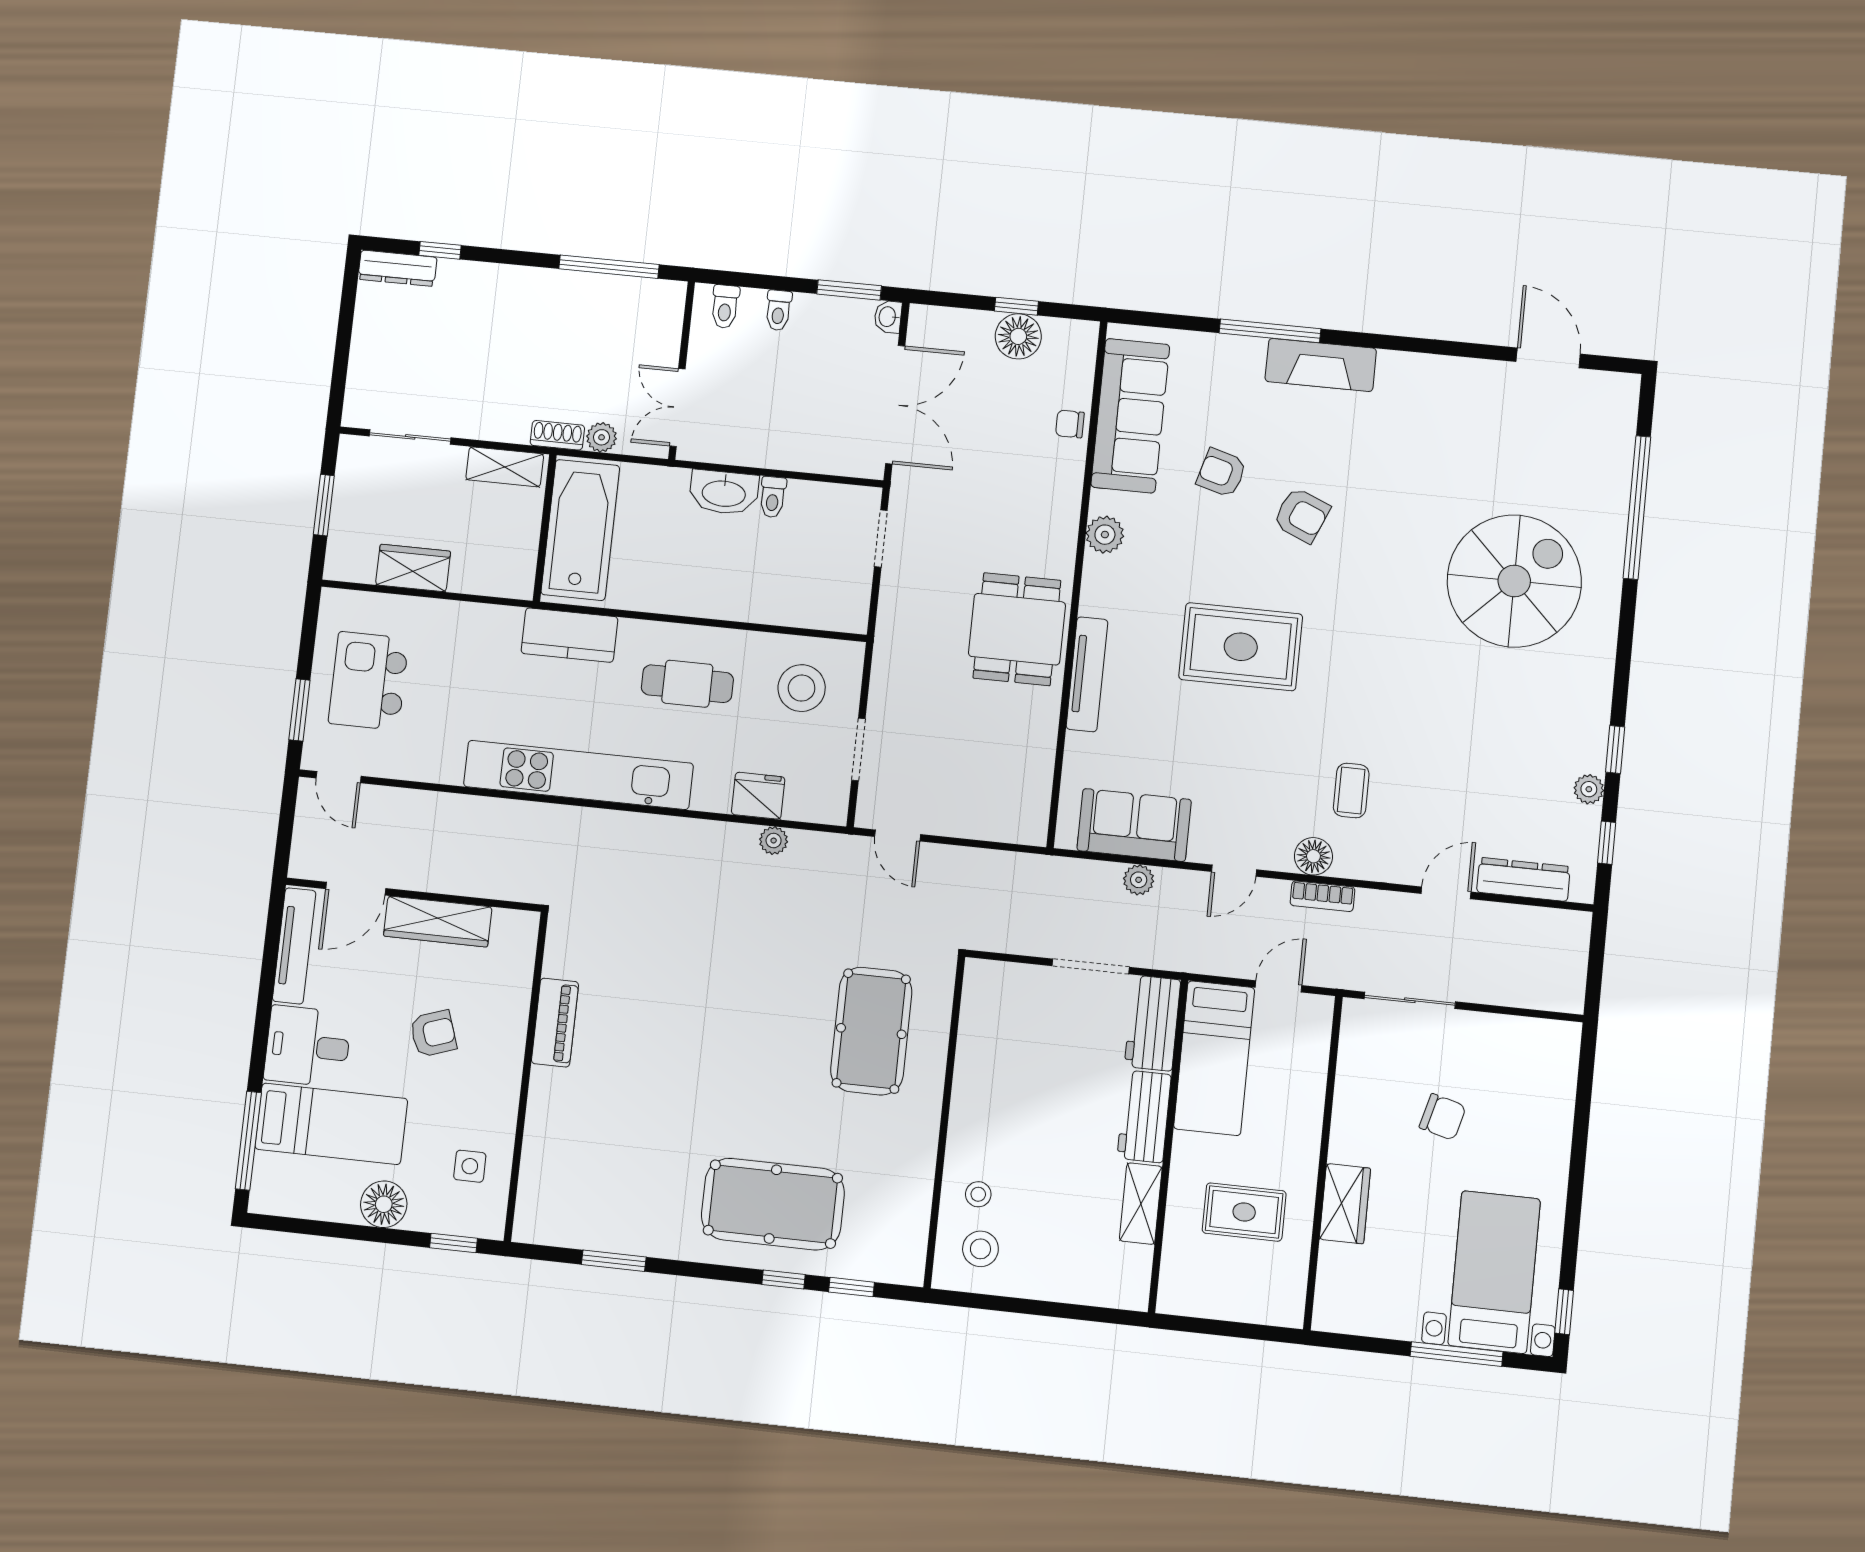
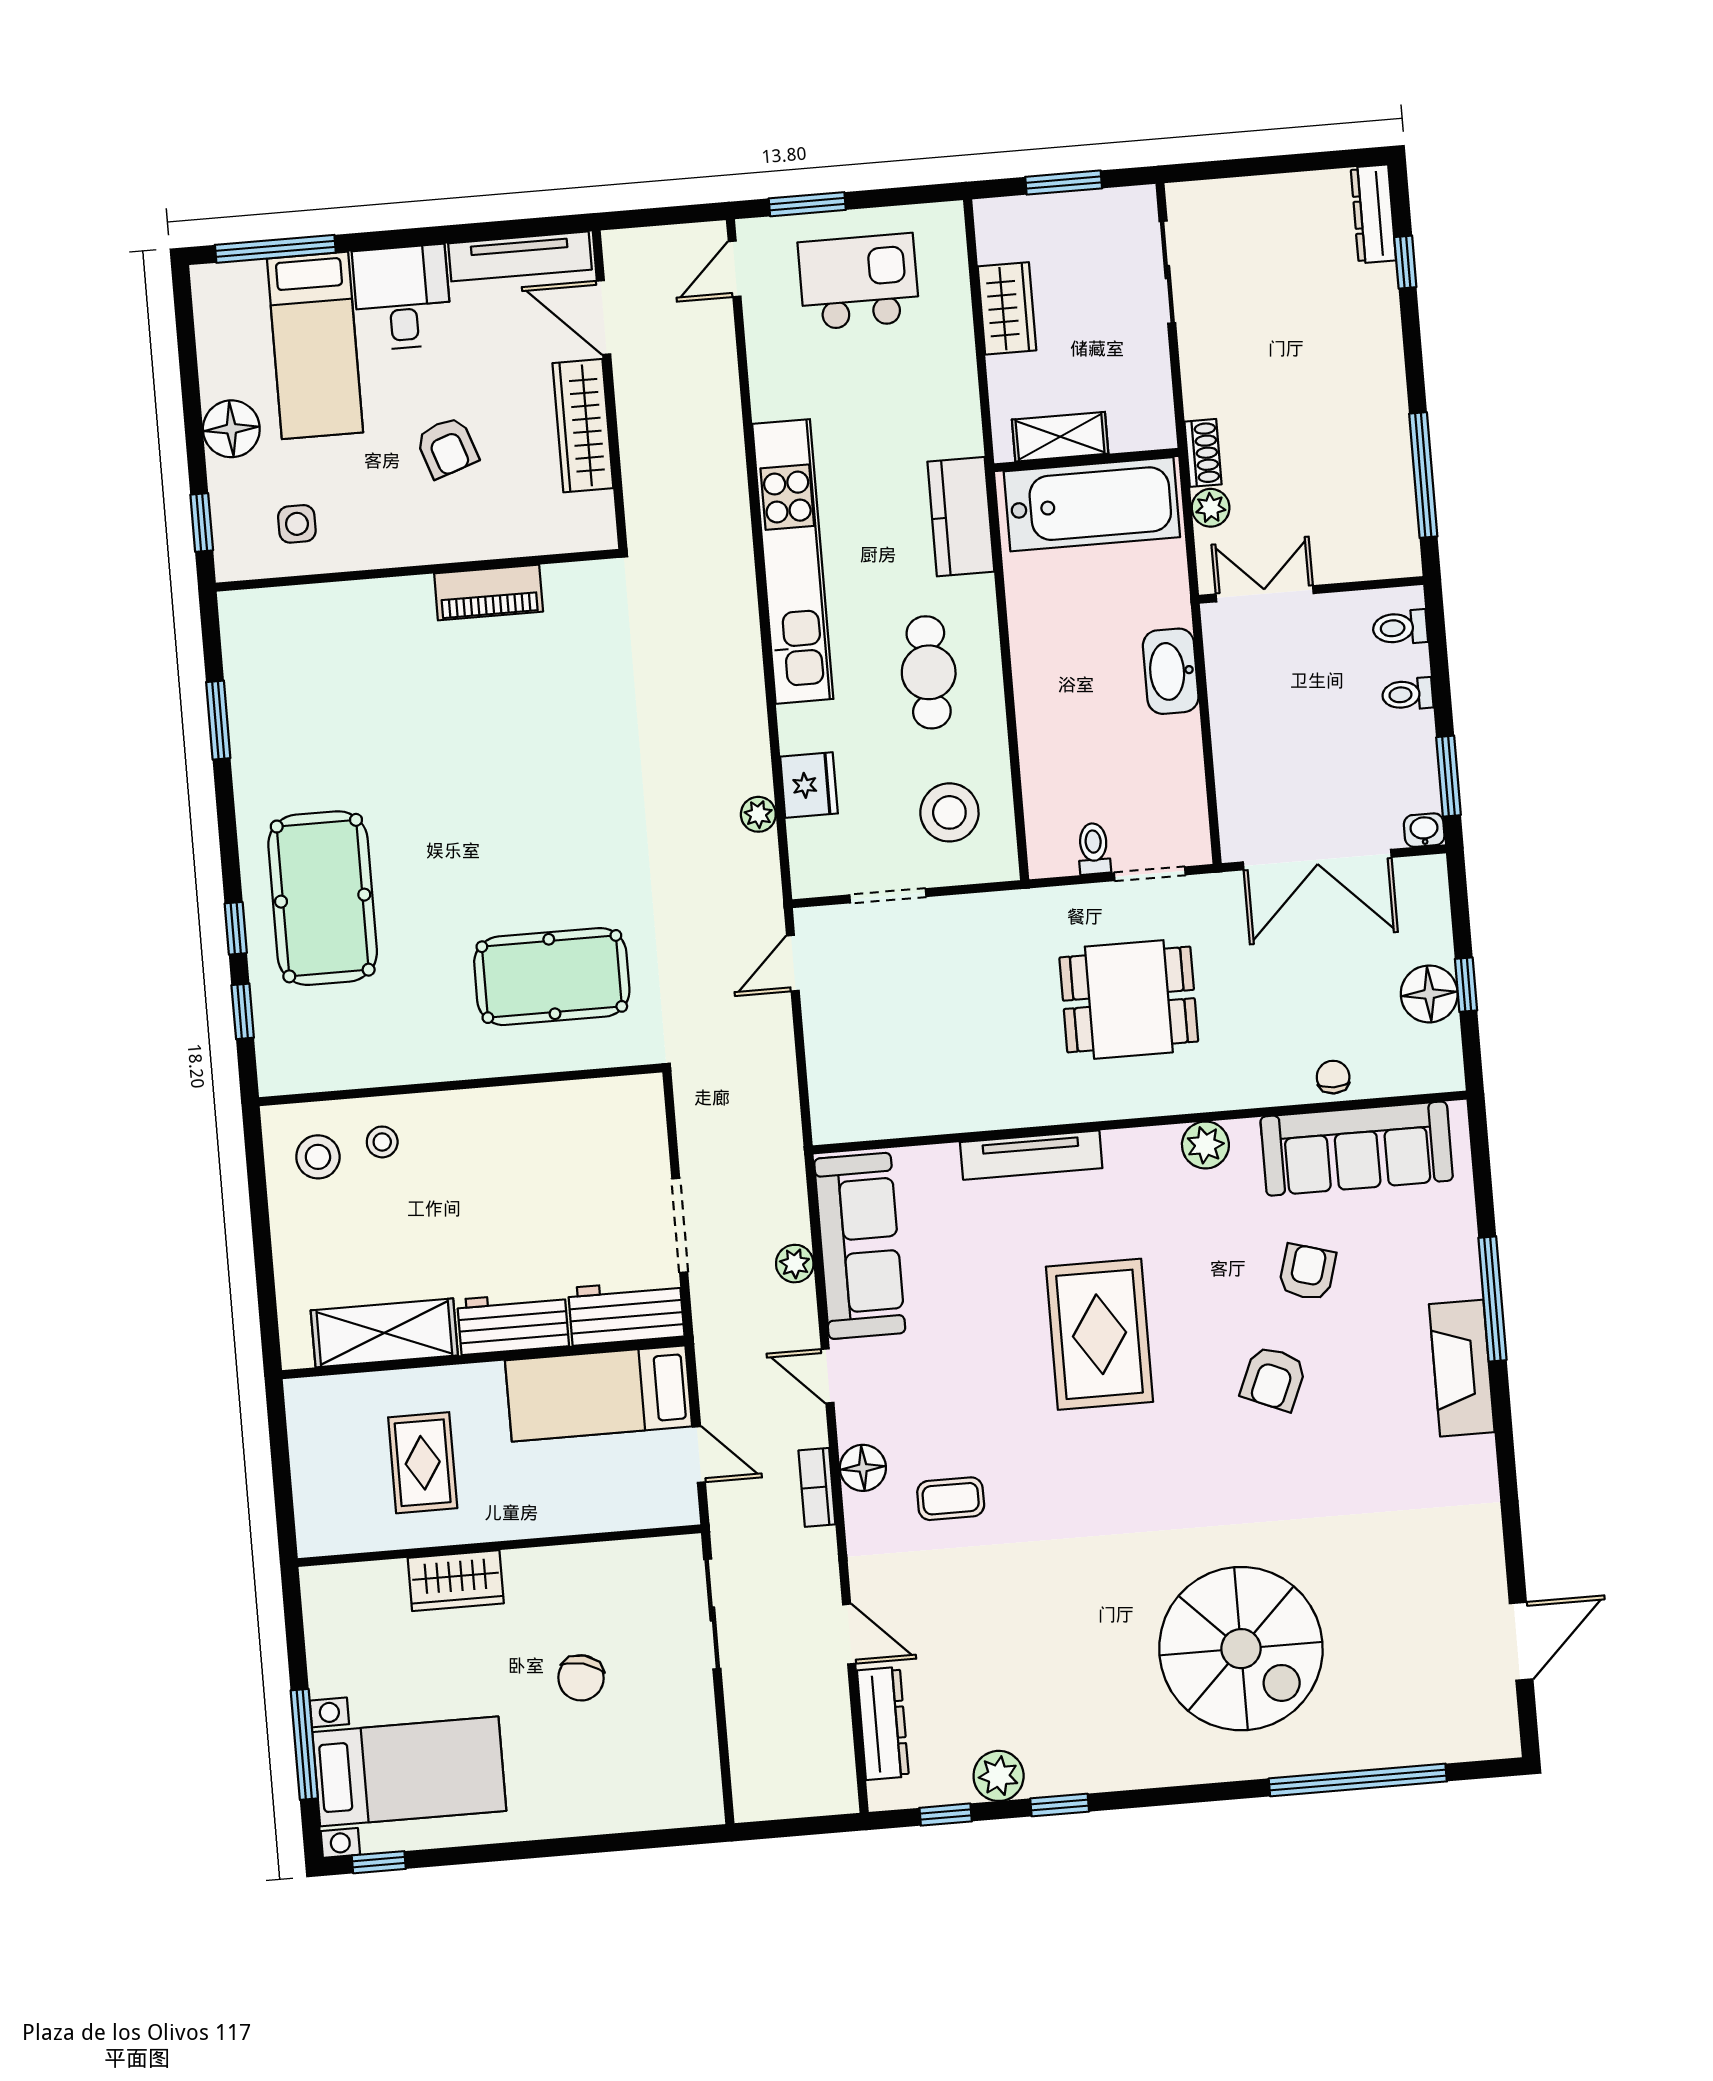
shelving: (505, 467) -> (1060, 437), moved, turned 90
toilet: (773, 497) -> (1094, 849), moved, turned 90
dining table: (1017, 629) -> (1129, 999), moved
plant: (1589, 789) -> (999, 1776), width x1.38, depth x1.38
sofa: (1134, 825) -> (860, 1246), width x1.36
shelving: (1141, 1204) -> (384, 1333), width x1.50, depth x1.33

